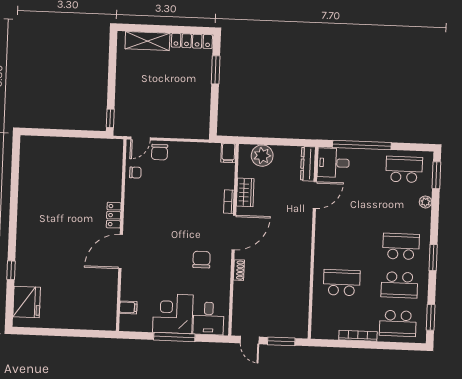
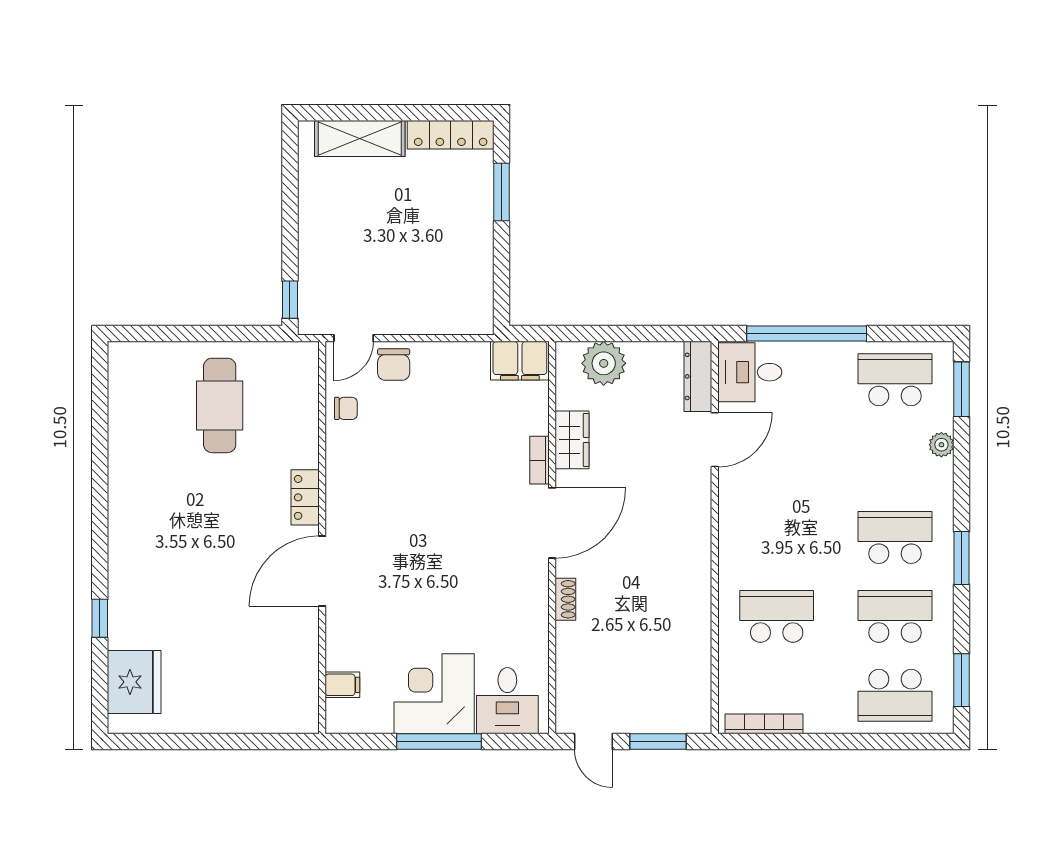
filing cabinet: (228, 153) -> (520, 361), width x2.00
cafe table: (74, 169) -> (220, 405), added
chair: (201, 260) -> (488, 581), removed
school desk: (399, 285) -> (895, 616), turned 180
bookcase: (358, 336) -> (764, 724), moved

